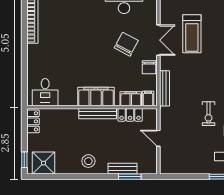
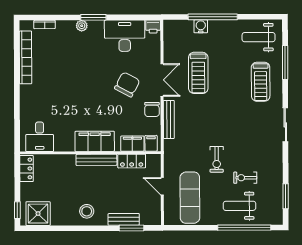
bench: (165, 88) -> (169, 119), moved
exercise mat: (184, 149) -> (190, 198), added

